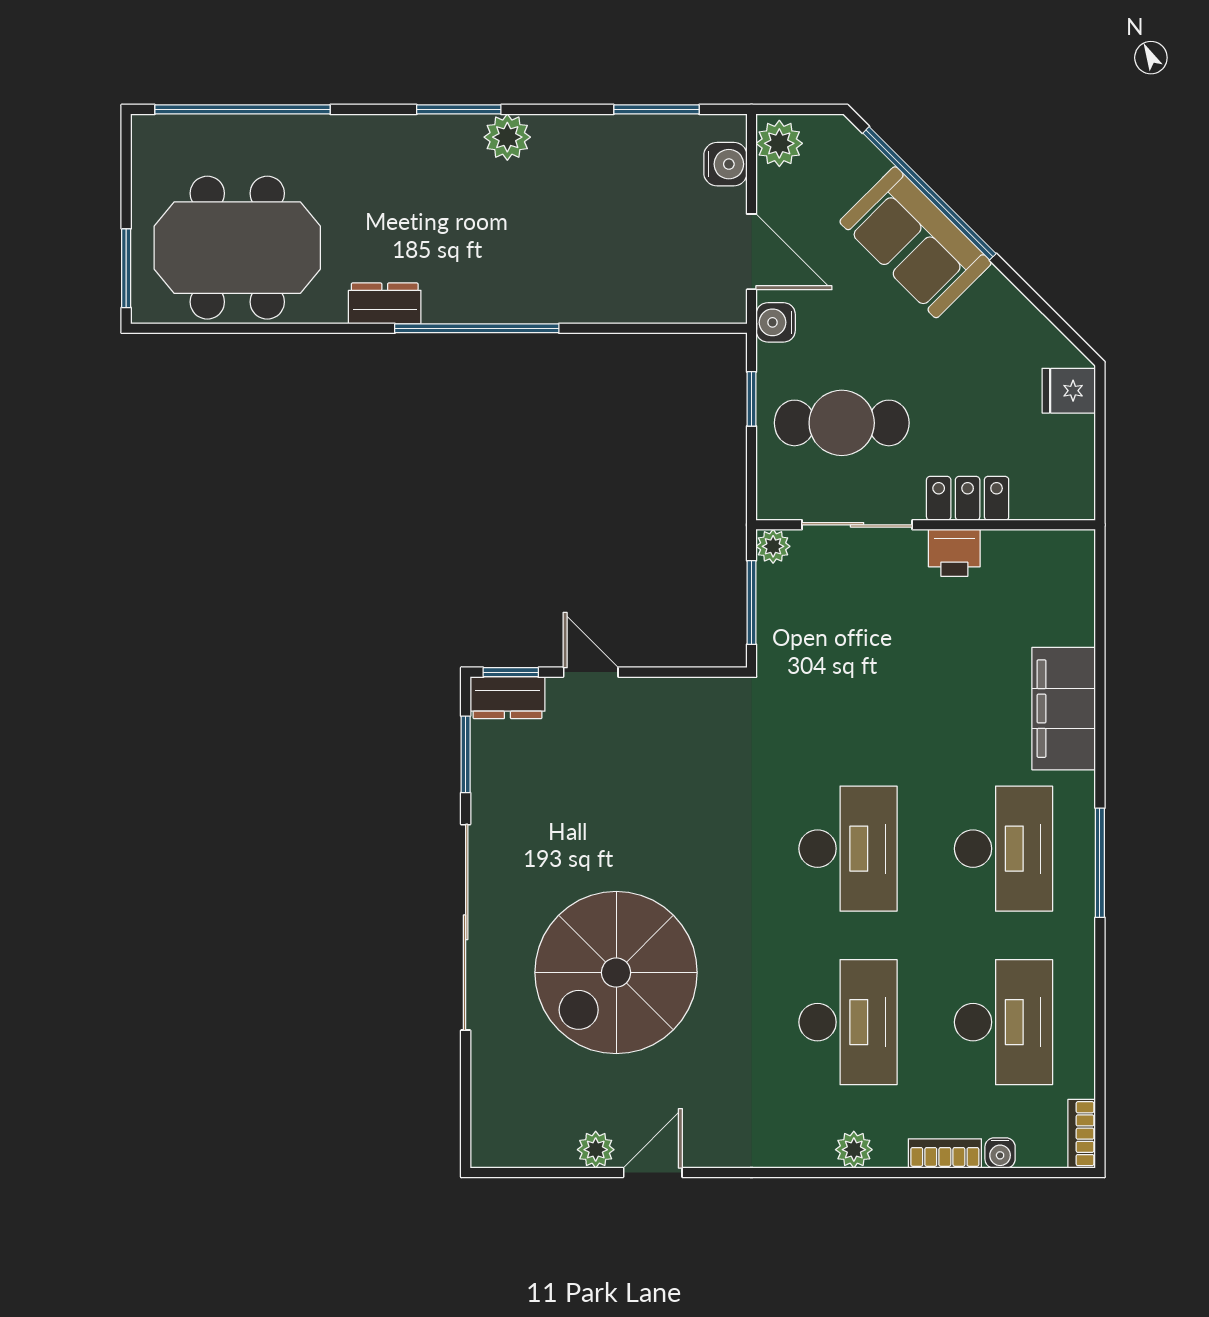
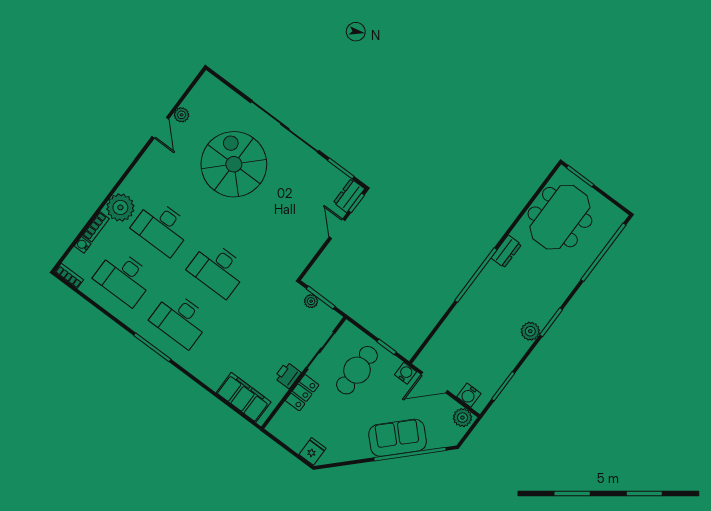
plant: (773, 546) -> (311, 301), moved
door: (591, 672) -> (337, 229), swing flipped
filing cabinet: (1064, 709) -> (244, 397), moved
plant: (854, 1150) -> (120, 207), width x1.88, depth x1.88

